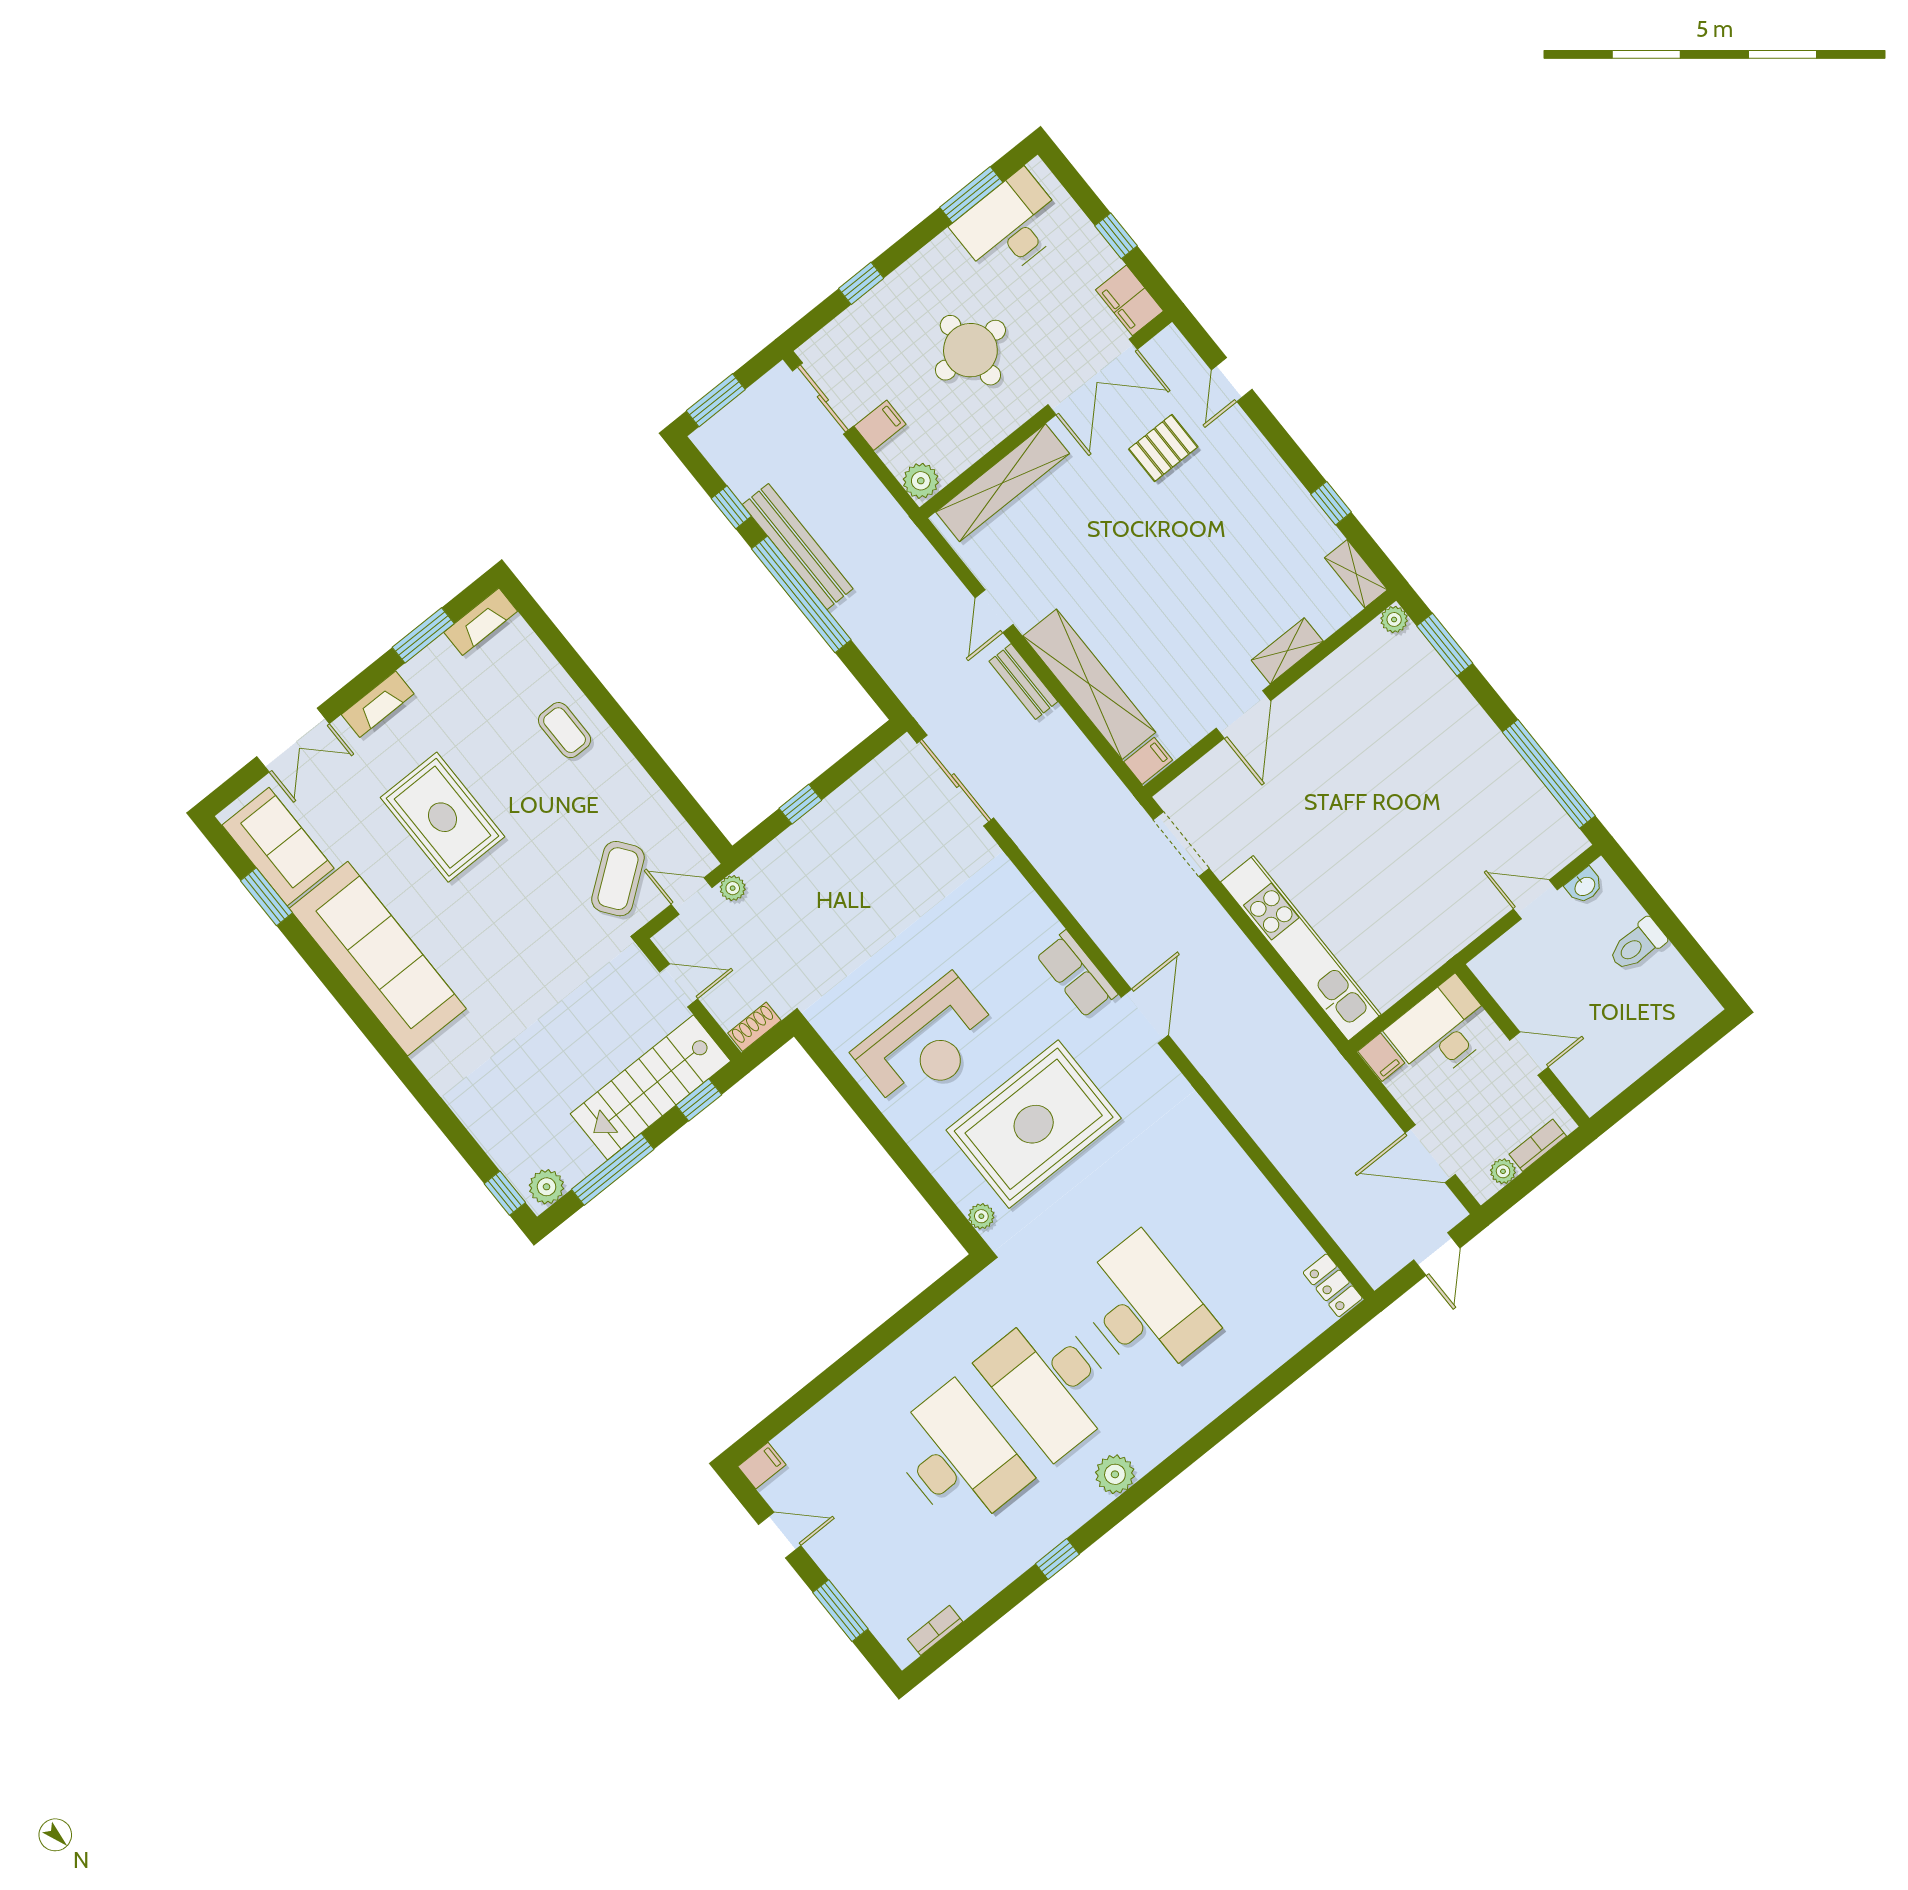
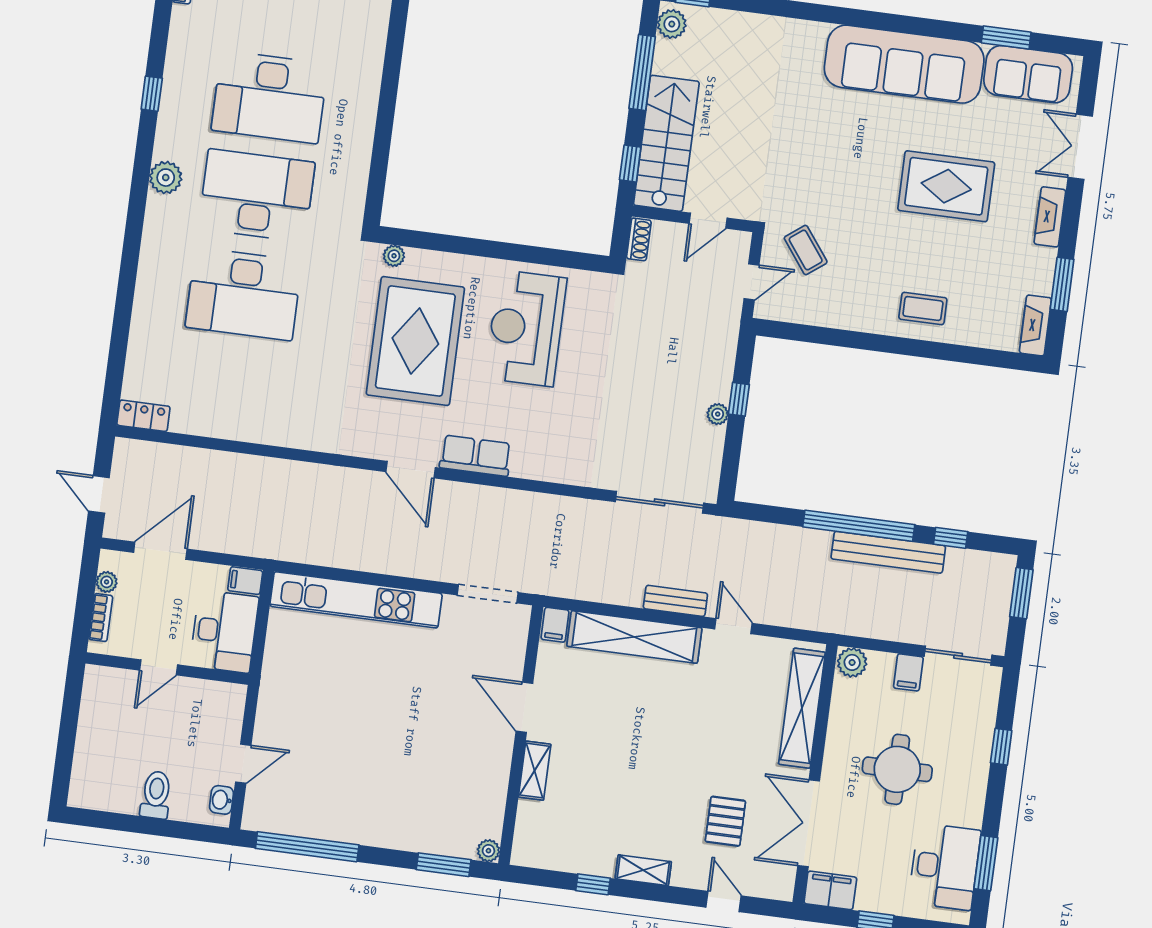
shelving: (1356, 574) -> (643, 870), moved
coffee table: (618, 879) -> (806, 250), width x0.73, depth x0.77
plant: (733, 888) -> (718, 414), moved

